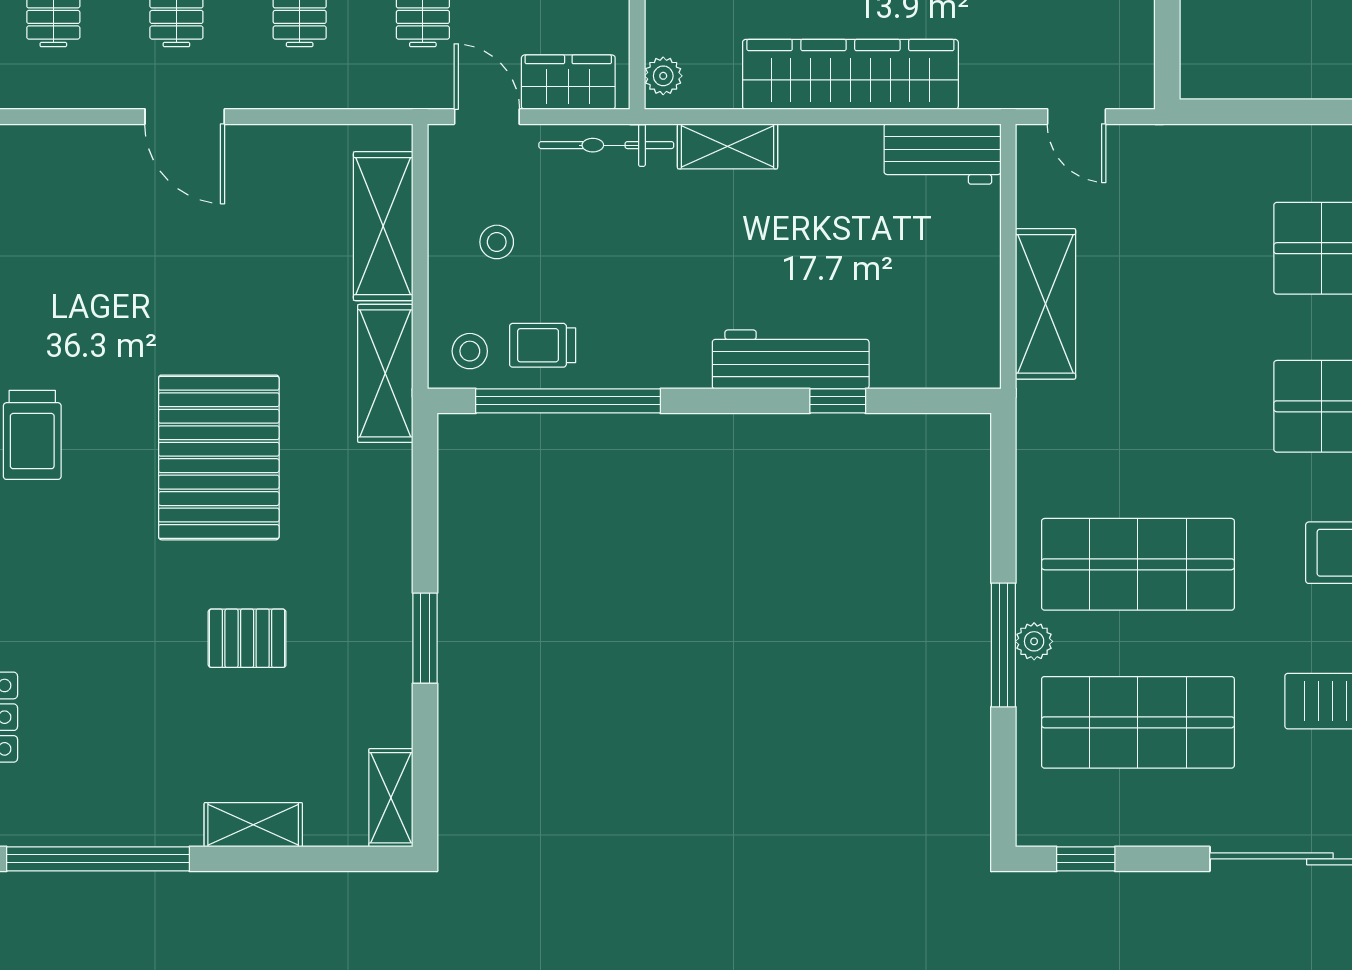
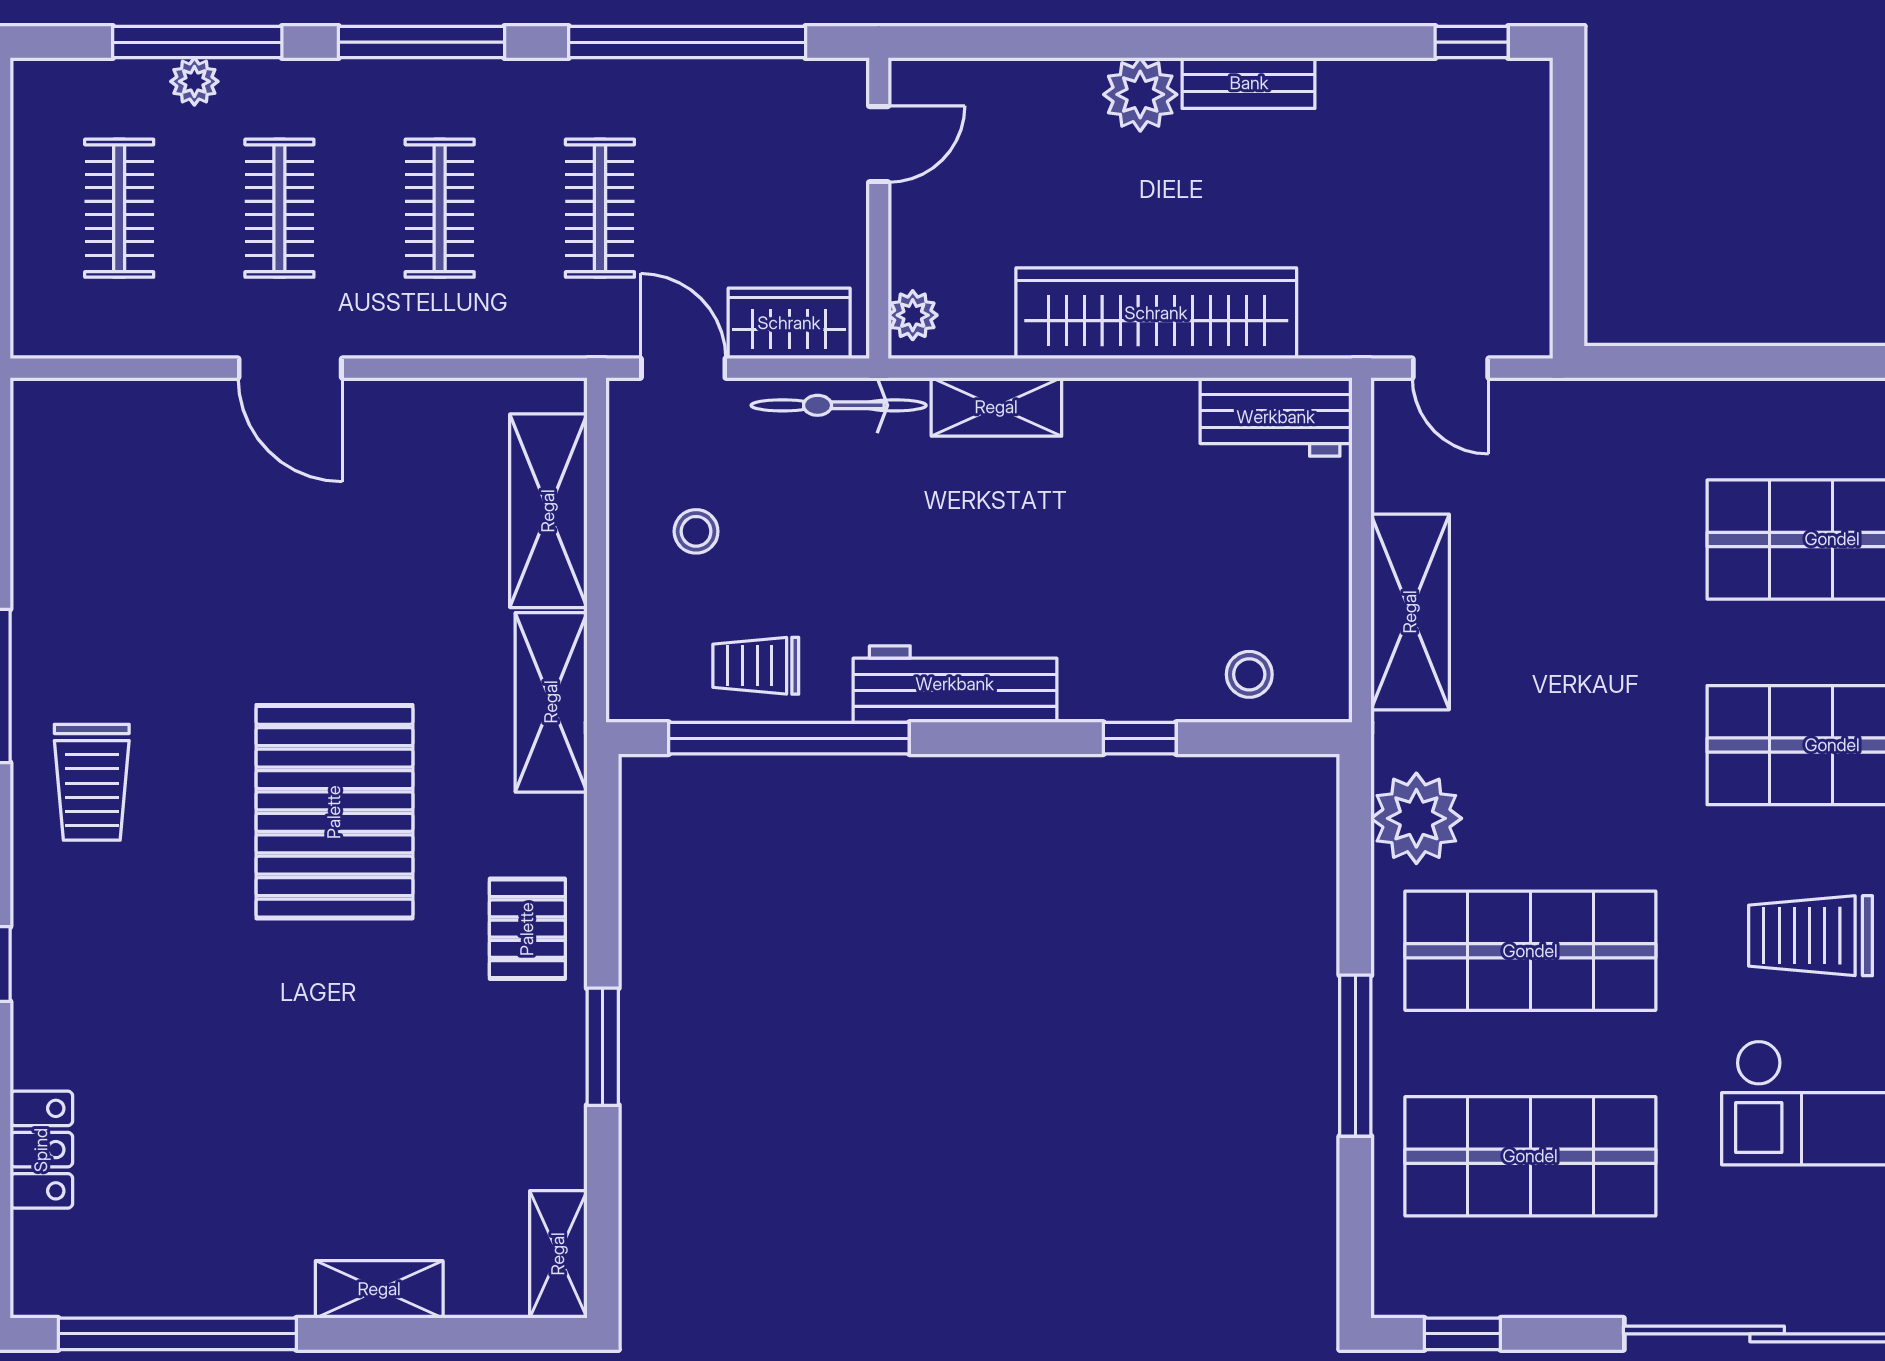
stool: (470, 351) -> (1249, 674), moved
workbench: (791, 359) -> (955, 684), moved
pallet: (247, 638) -> (527, 929), moved, turned 90
plant: (1034, 641) -> (1416, 818), moved, width x1.87, depth x1.87

